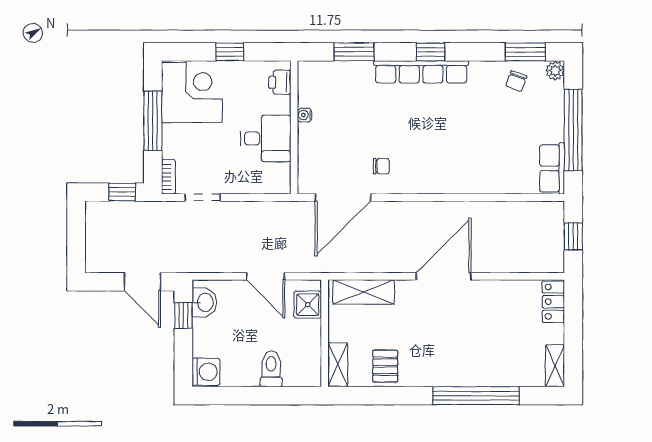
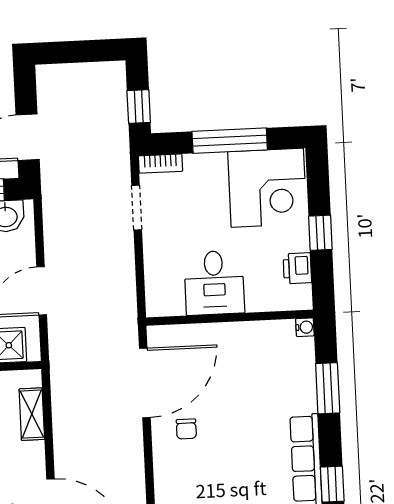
printer: (280, 82) -> (297, 268), moved, turned -90
water cooler: (304, 115) -> (305, 327), moved, turned 90
door: (343, 197) -> (145, 383), swing flipped
shelving: (364, 292) -> (32, 414), width x0.67, depth x0.75

